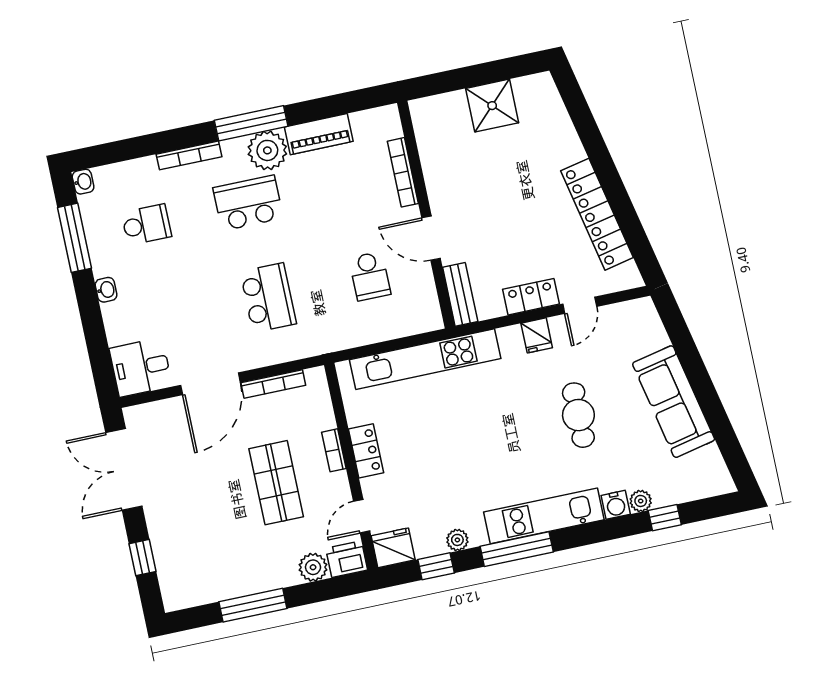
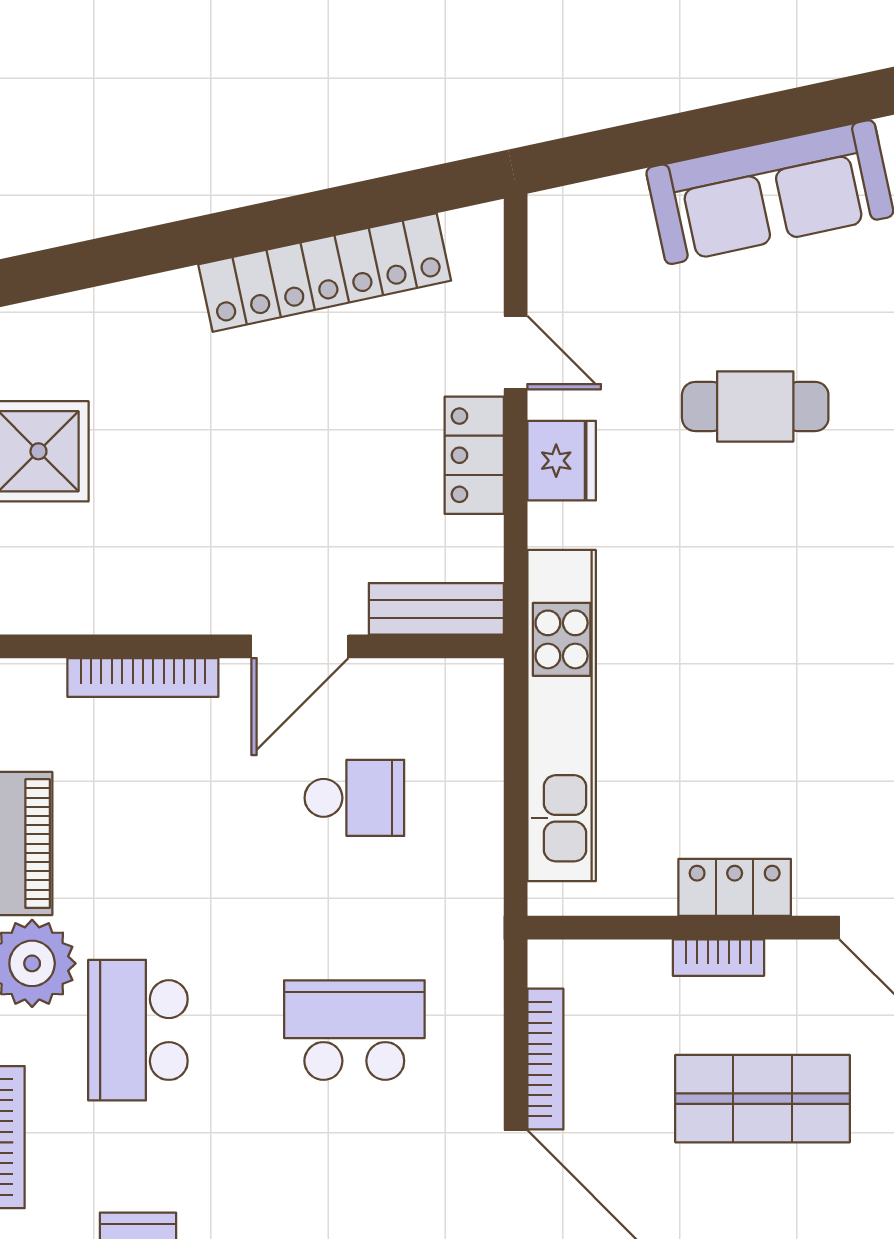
fridge: (537, 335) -> (562, 461), width x1.38

